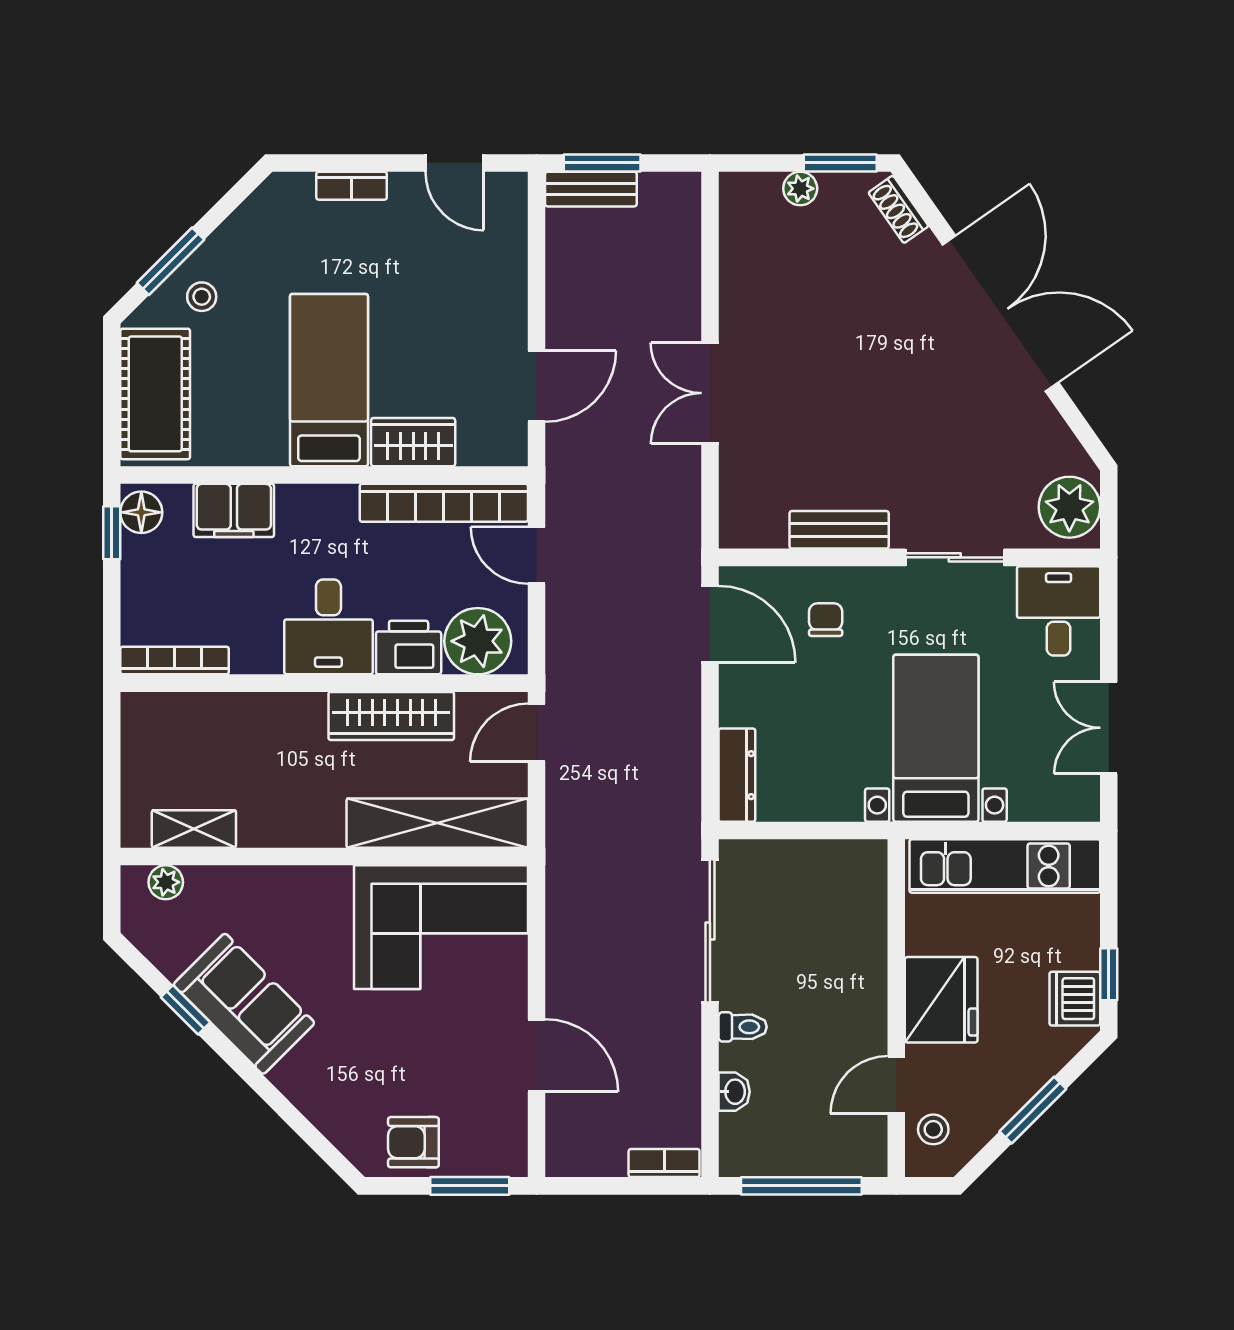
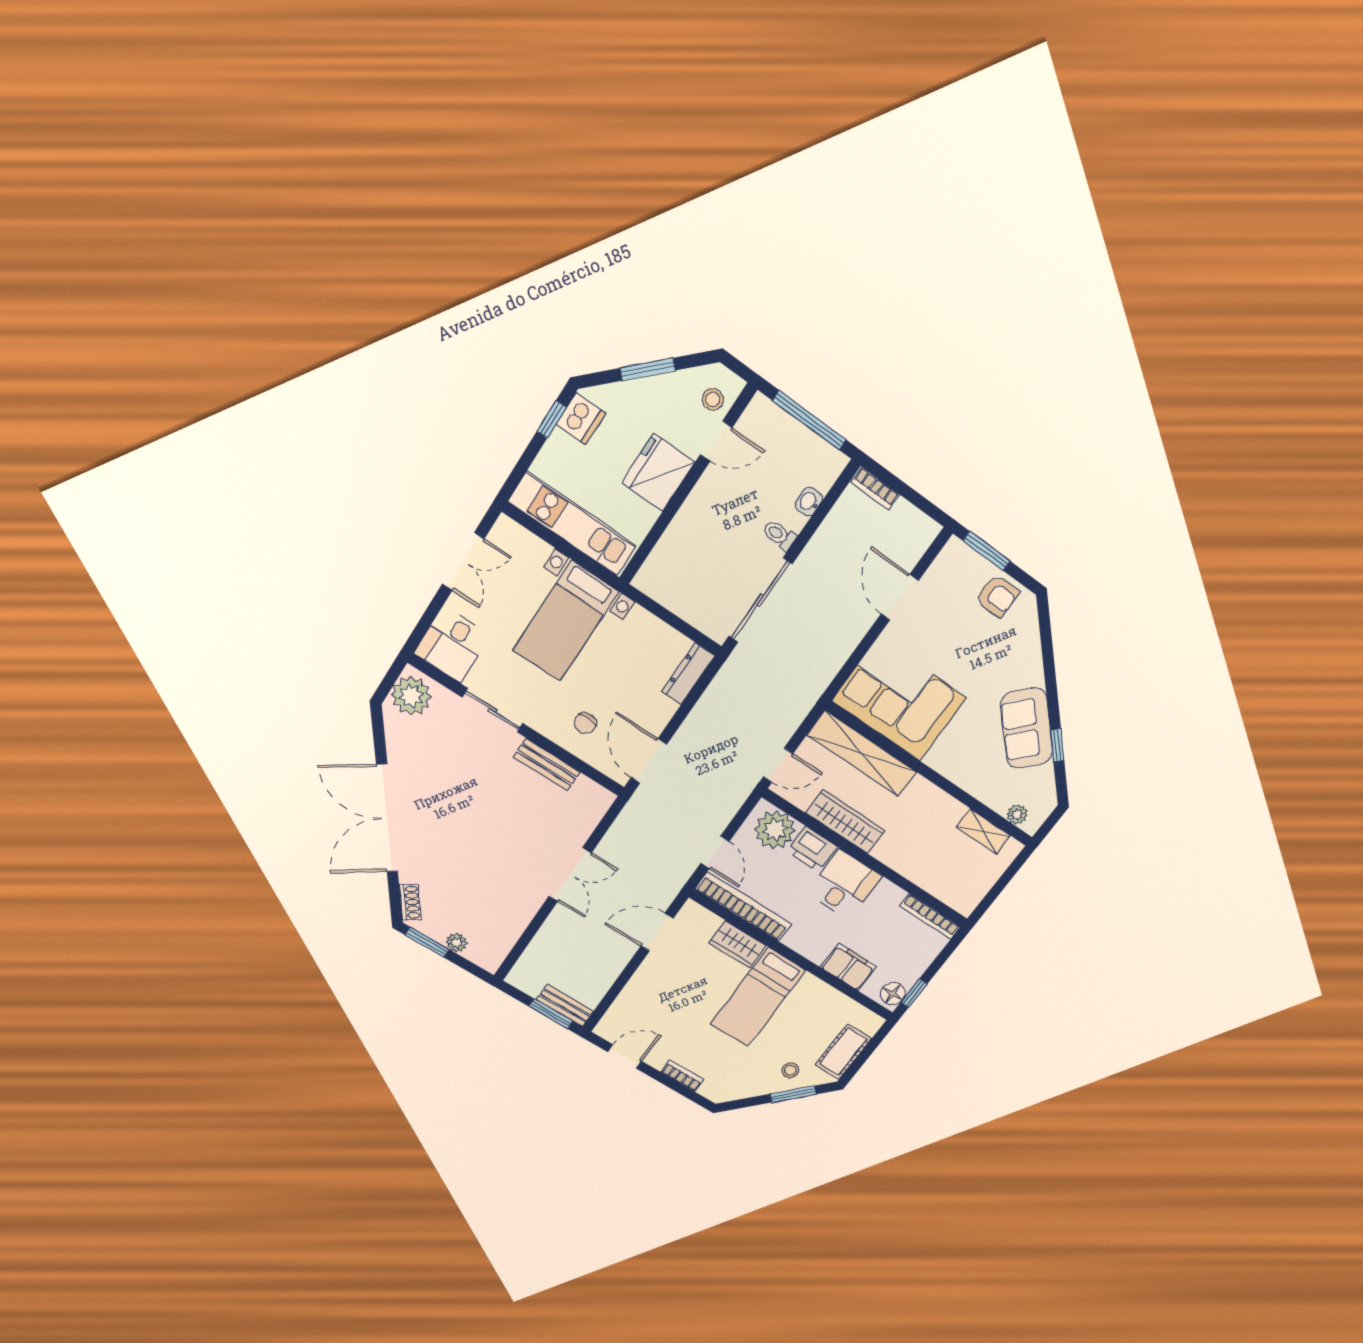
door: (455, 163) -> (625, 1056), hinge flipped
cot: (155, 394) -> (843, 1052), width x0.73, depth x0.75

